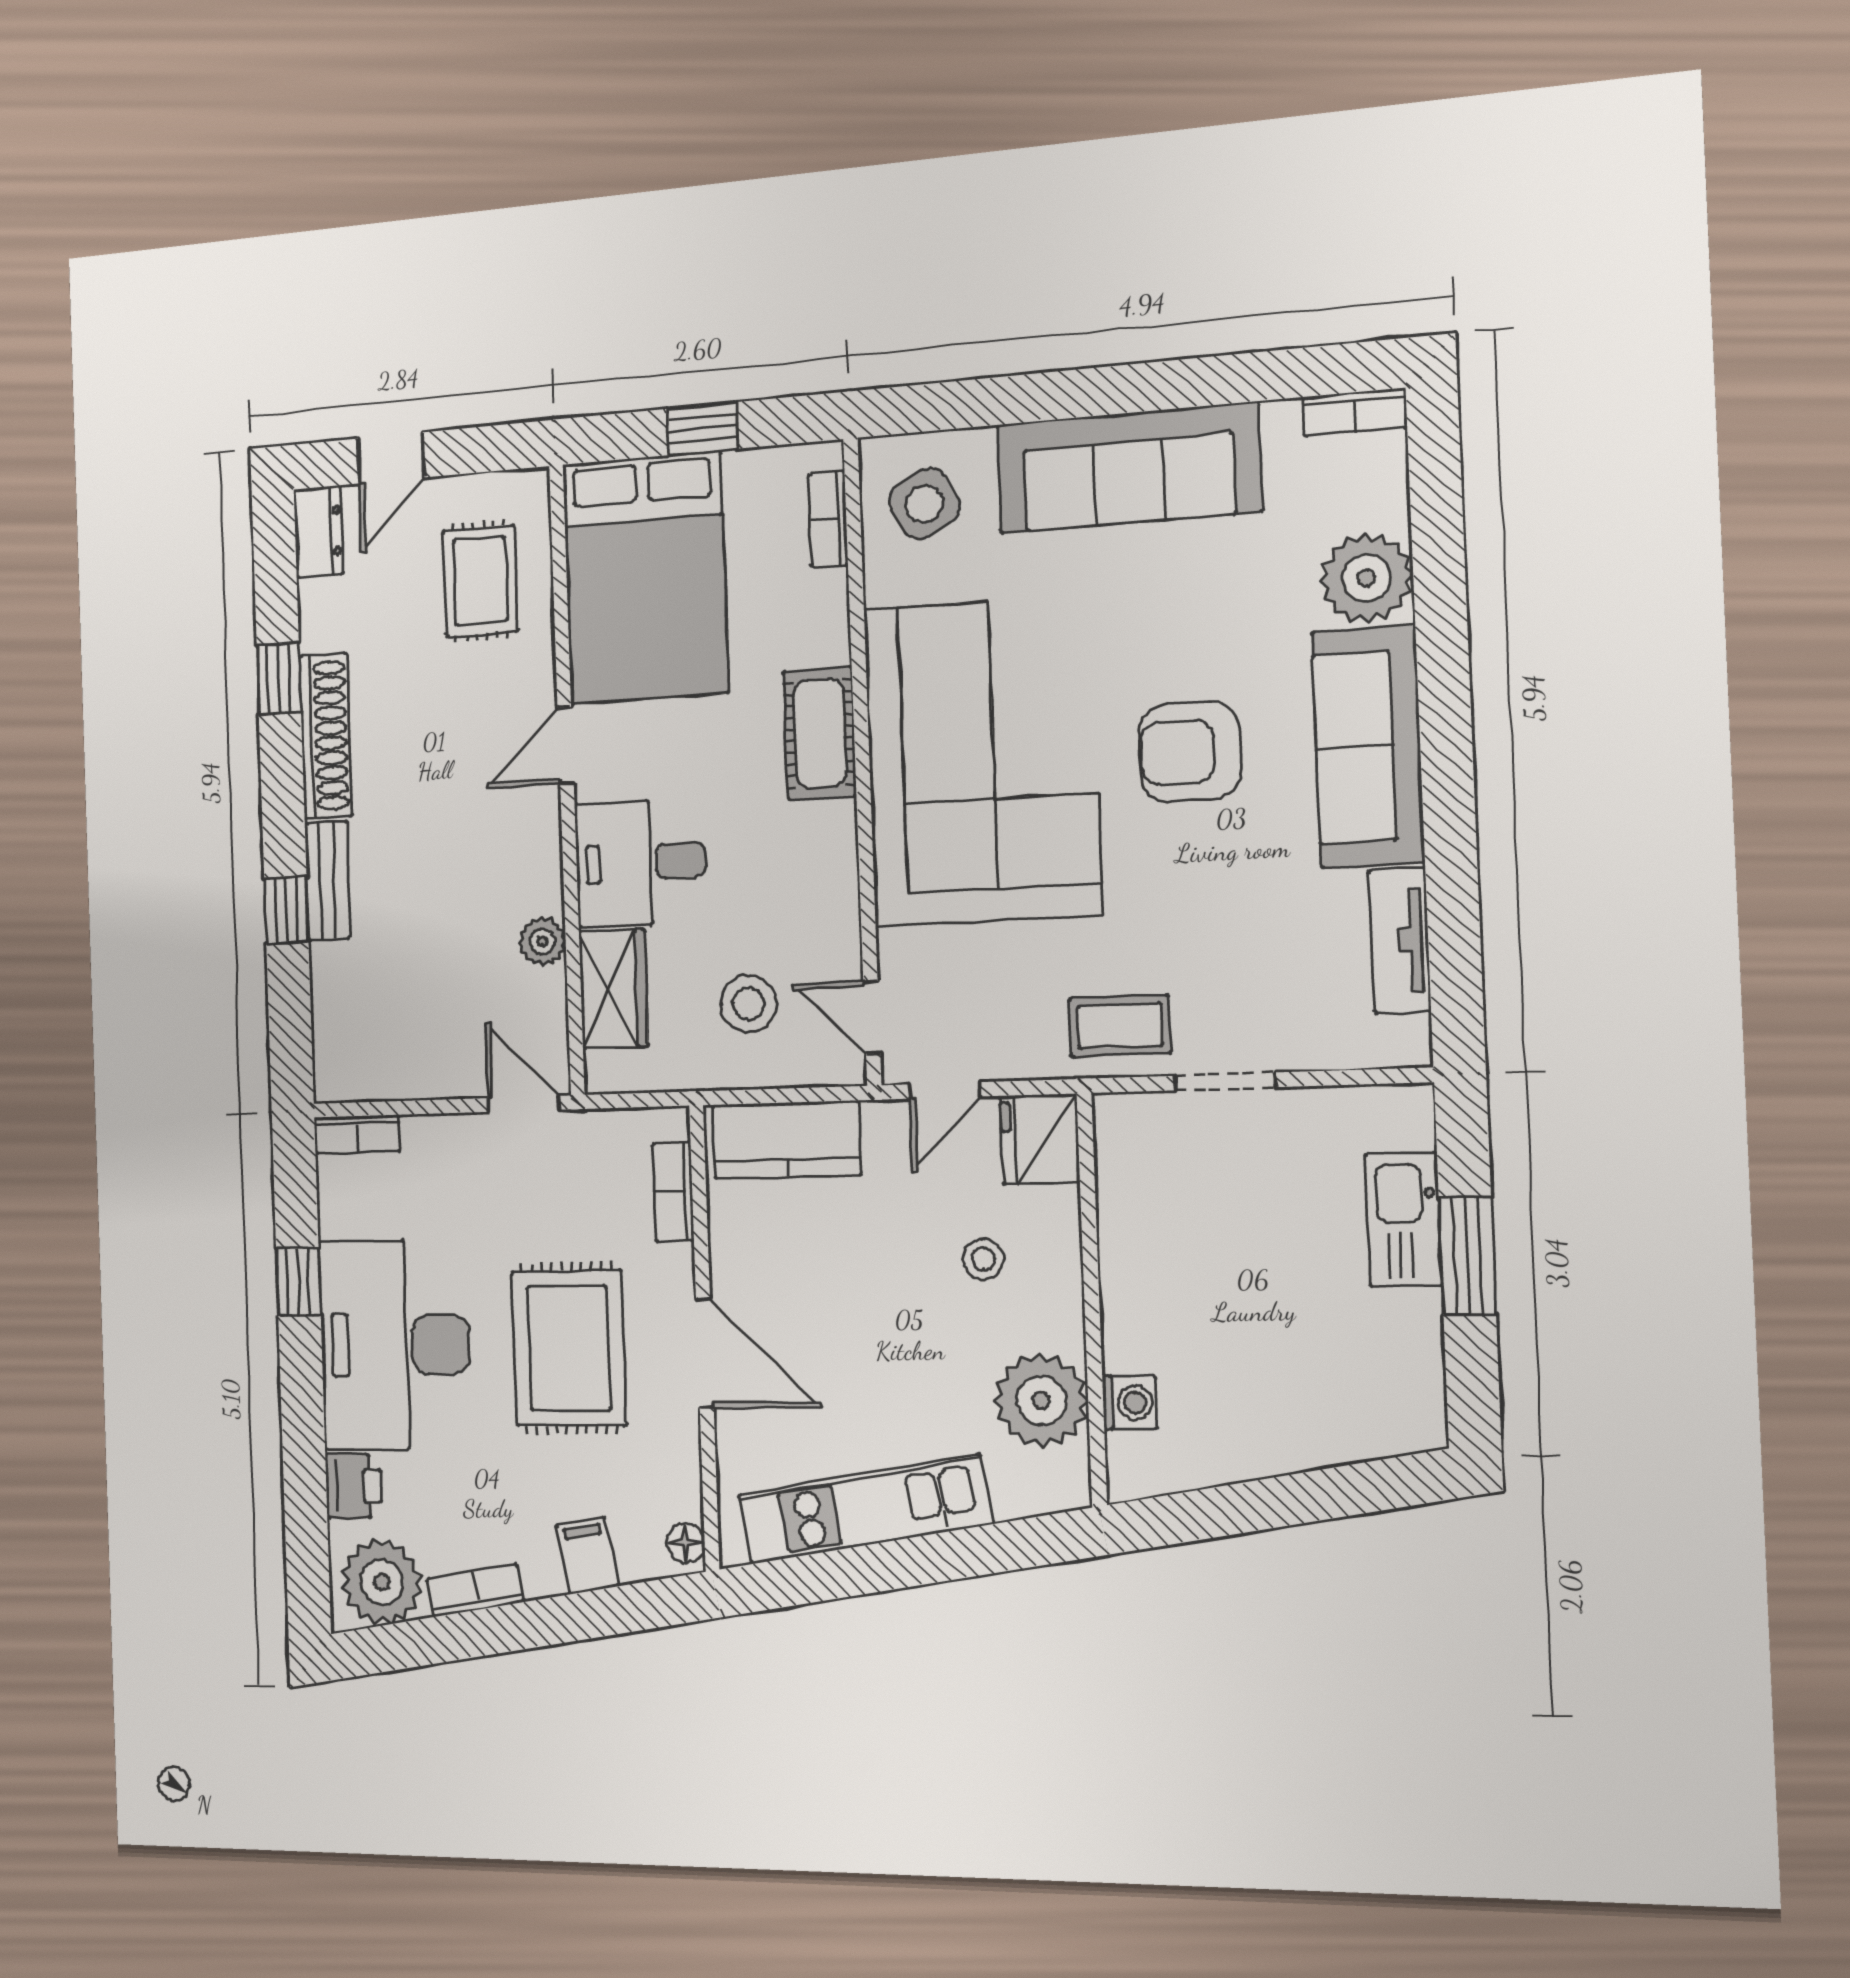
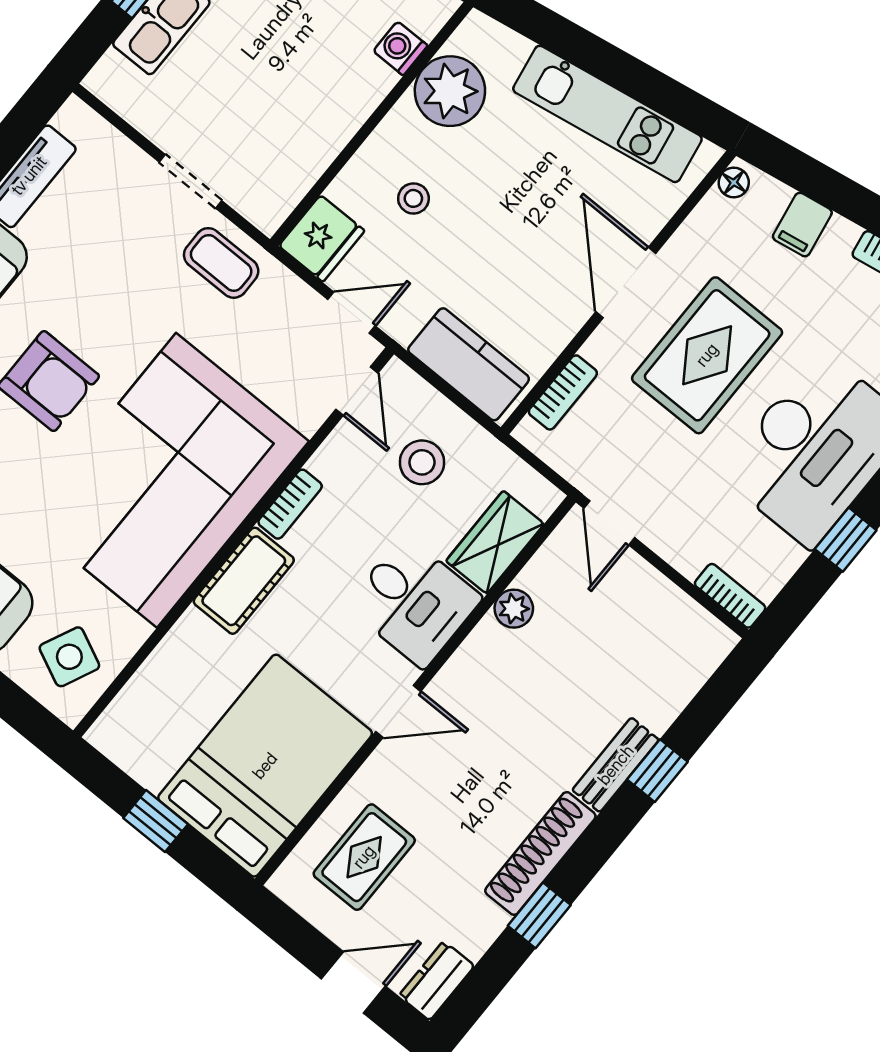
side table: (924, 504) -> (69, 657), turned -37
bookcase: (828, 519) -> (290, 504), moved

